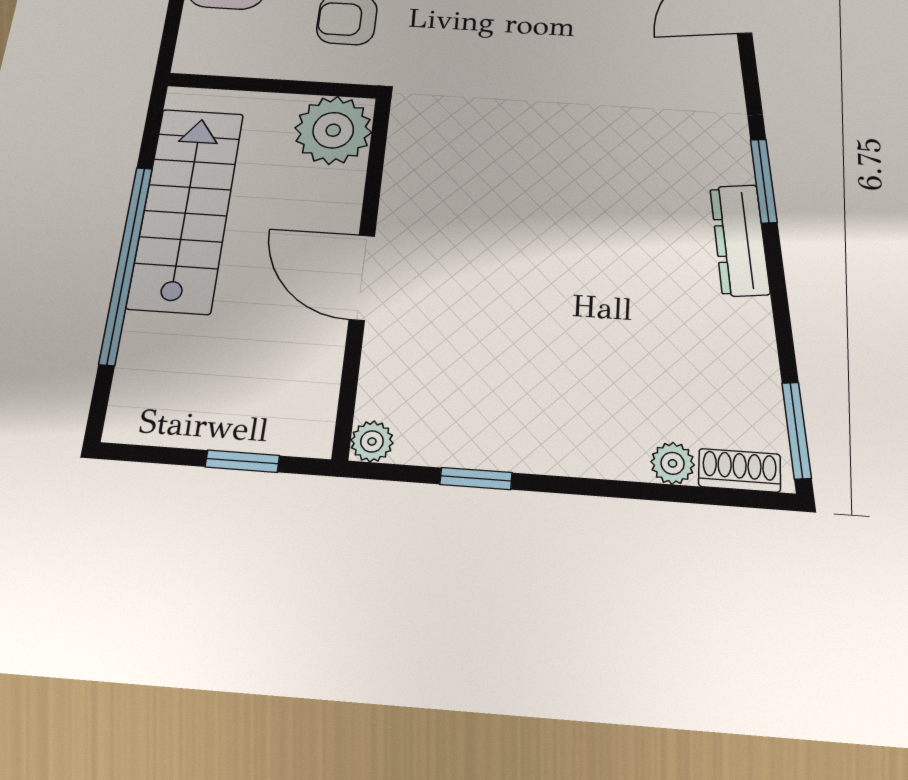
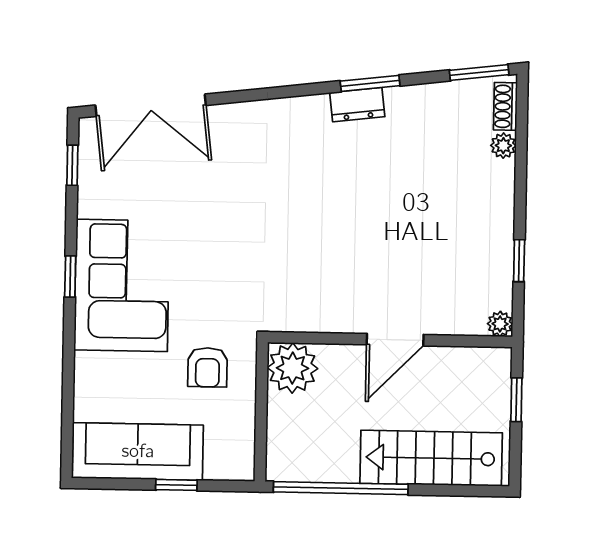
window: (764, 181) -> (370, 83), moved
stairs: (186, 209) -> (431, 458), moved
dresser: (740, 240) -> (357, 105), width x0.70
window: (126, 264) -> (341, 488), moved

